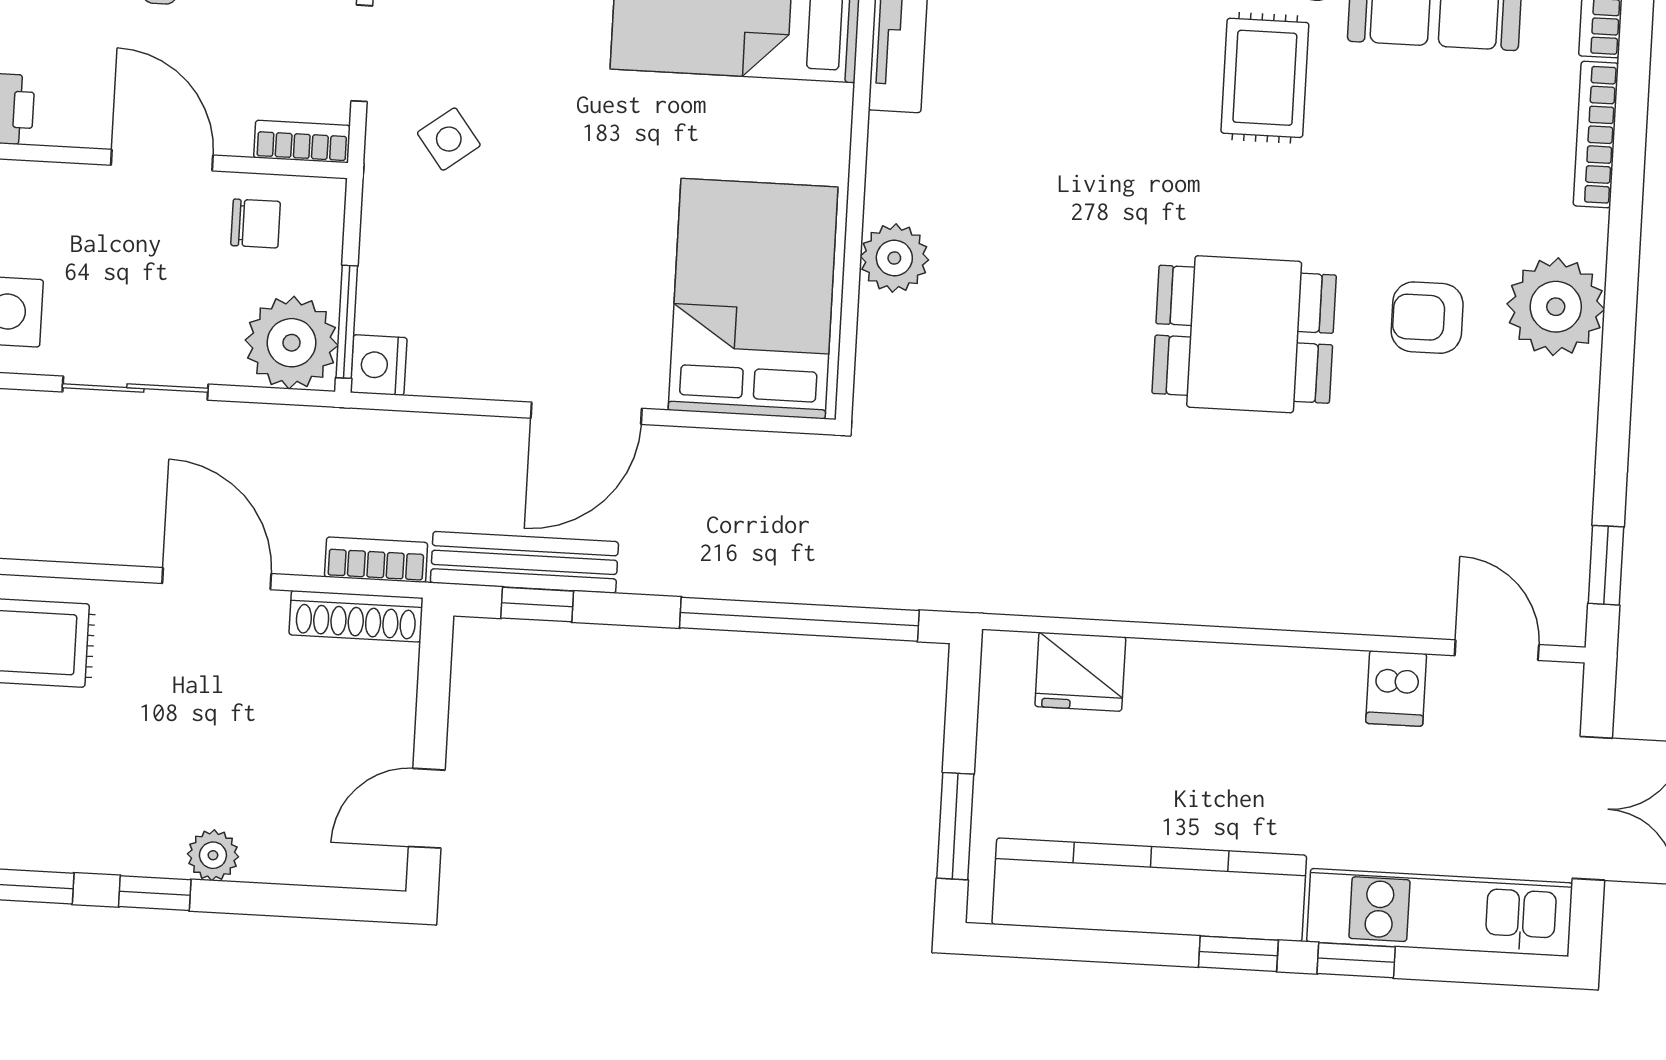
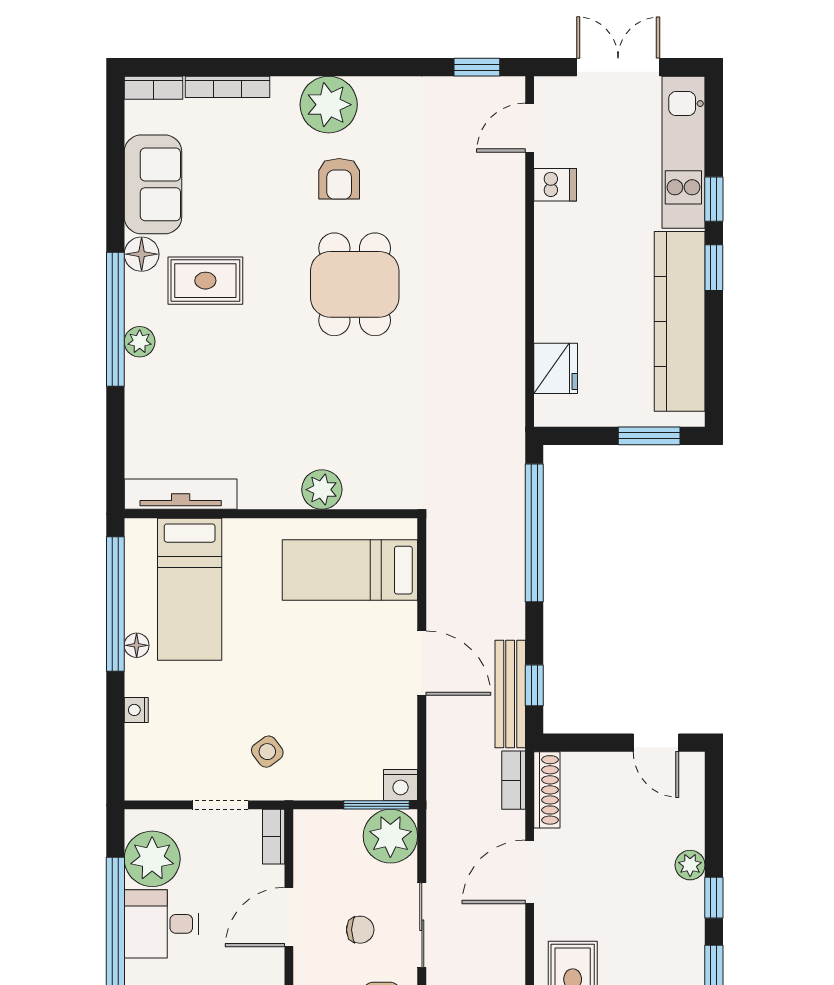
chair: (256, 223) -> (360, 930), moved, turned 90
bed: (753, 299) -> (350, 570), width x0.67

